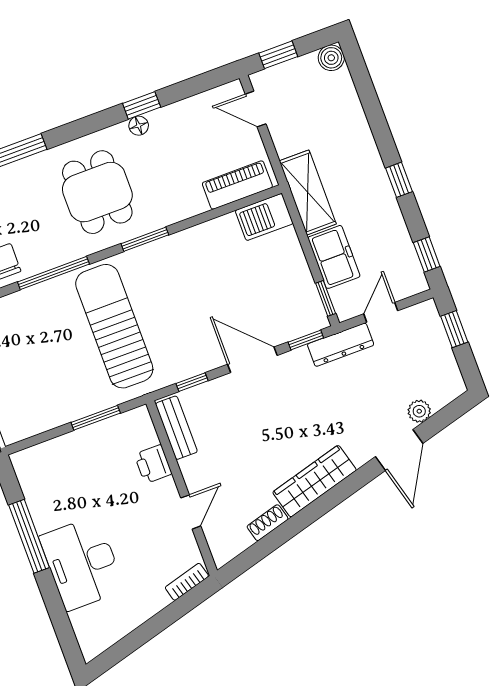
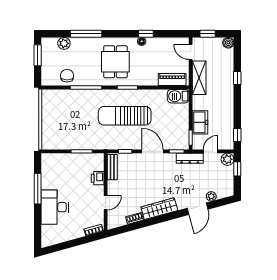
window: (399, 180) -> (237, 78), moved
shelving: (308, 192) -> (199, 78), moved
plant: (425, 316) -> (227, 159), added
sun lounger: (114, 326) -> (125, 116), moved, turned -90

